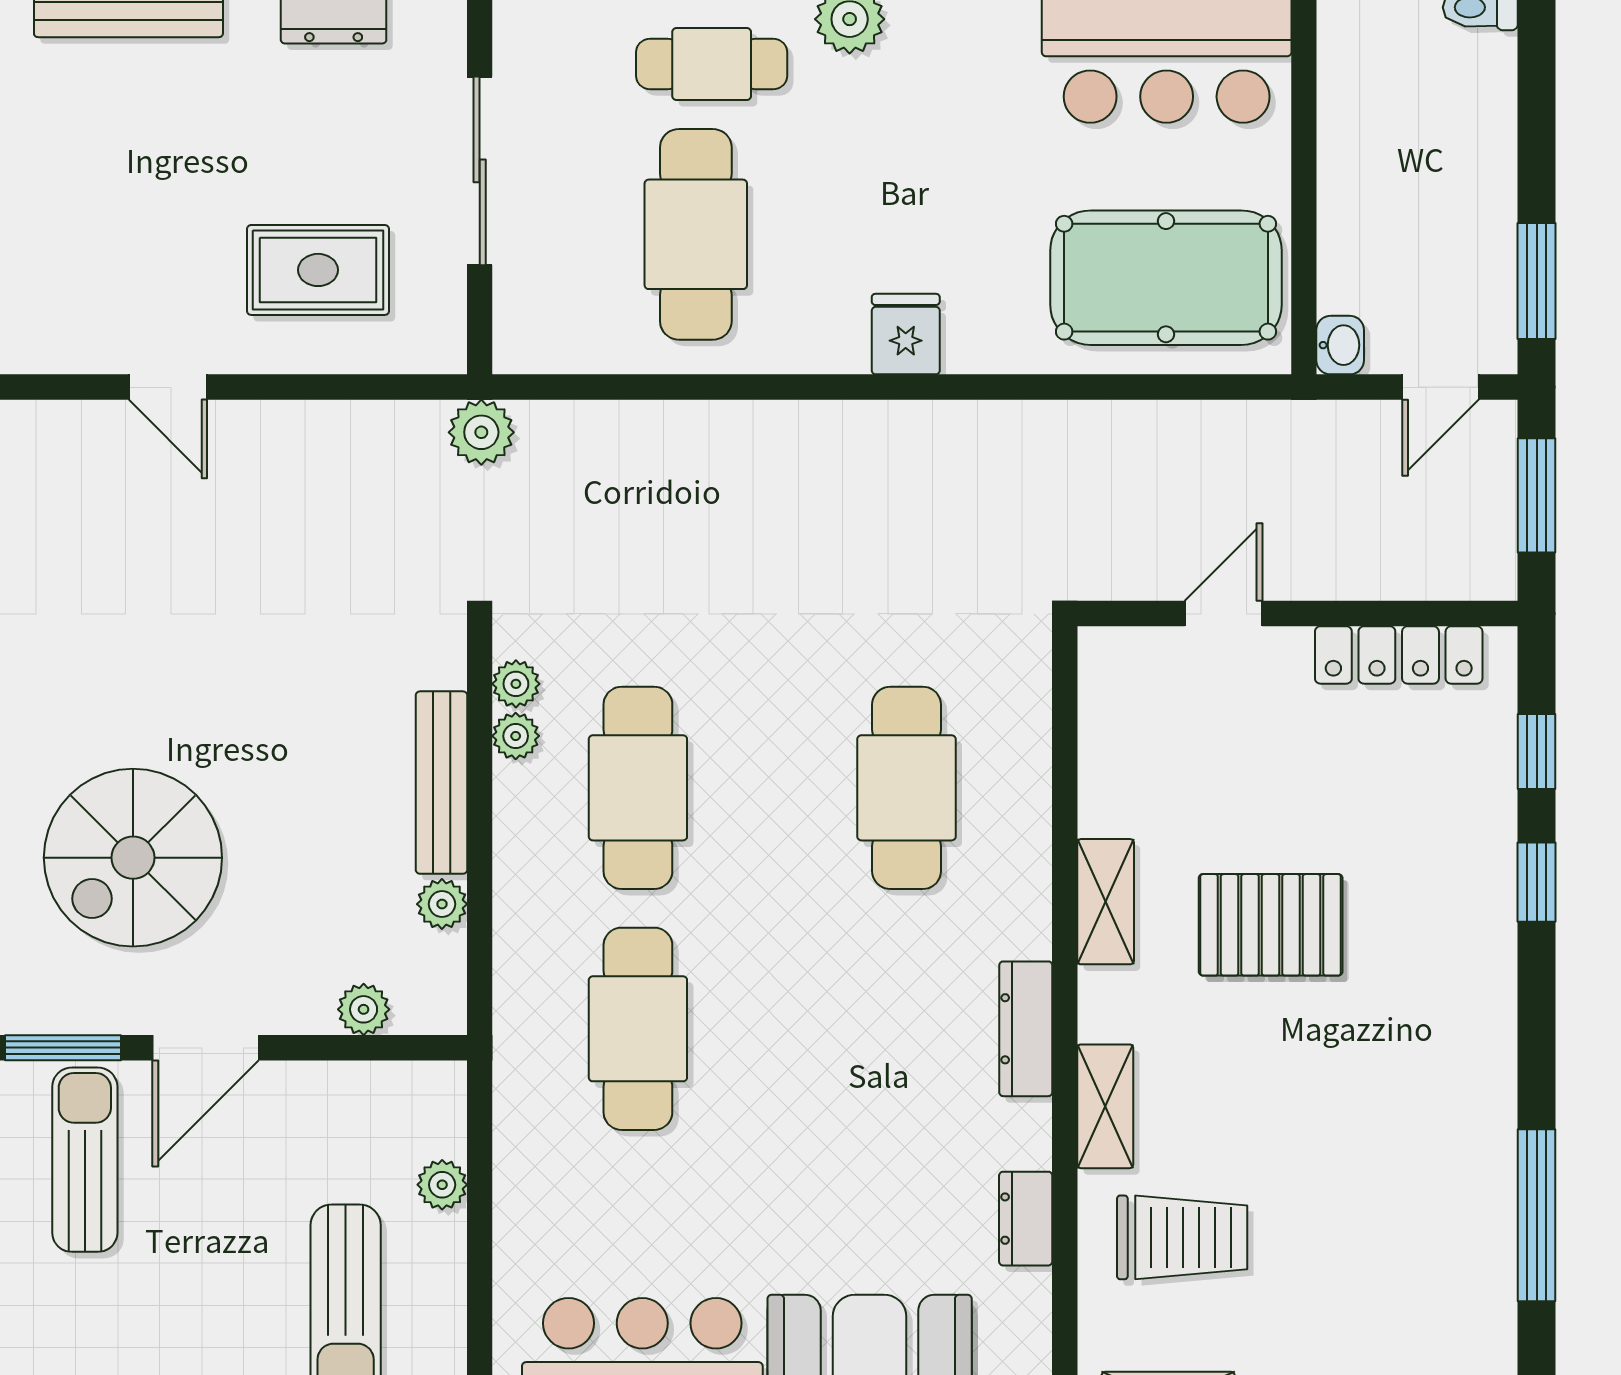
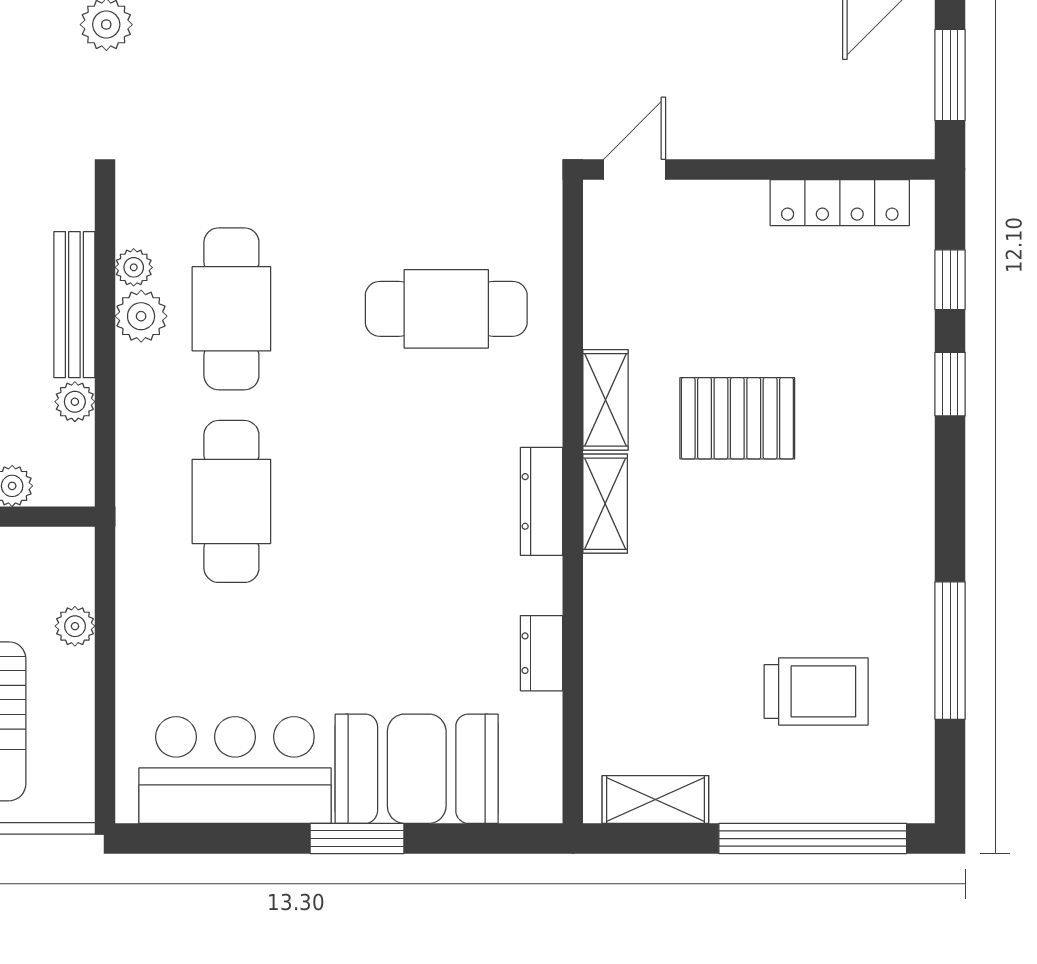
door: (1223, 614) -> (635, 169), moved
plant: (516, 684) -> (141, 316), moved, width x1.38, depth x1.38
cafe table: (907, 788) -> (446, 309), turned 90
shelving: (1105, 1106) -> (605, 504), moved
trolley: (1182, 1237) -> (816, 691), moved

